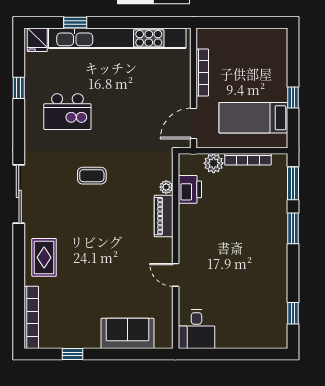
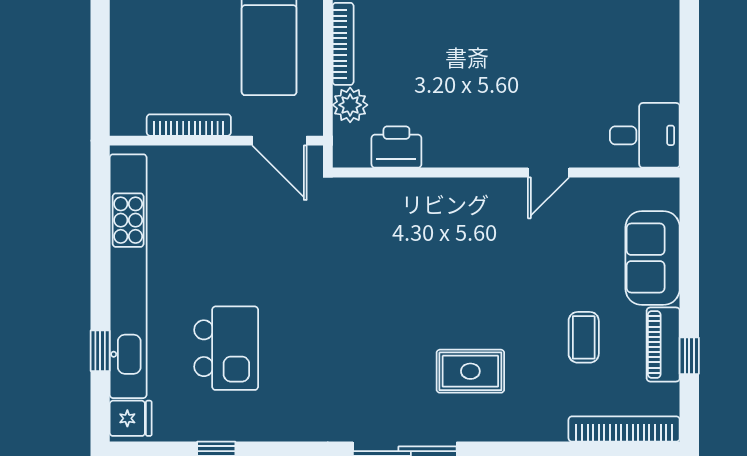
kitchen island: (67, 112) -> (226, 348), moved
coffee table: (92, 176) -> (584, 337), moved
plant: (166, 187) -> (392, 189), removed
piano: (164, 216) -> (663, 344), moved, turned 90
rug: (44, 257) -> (470, 371), moved

